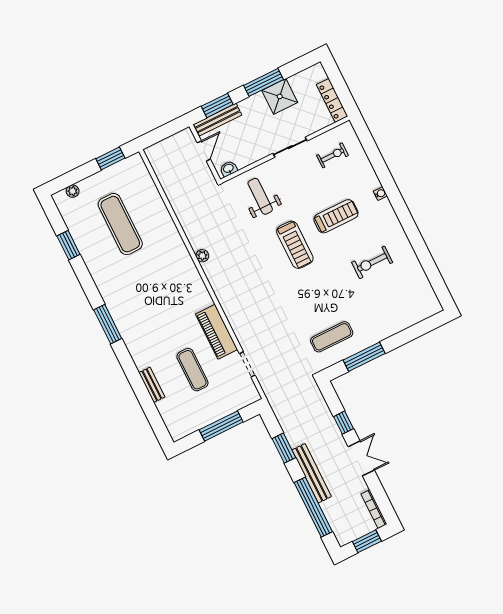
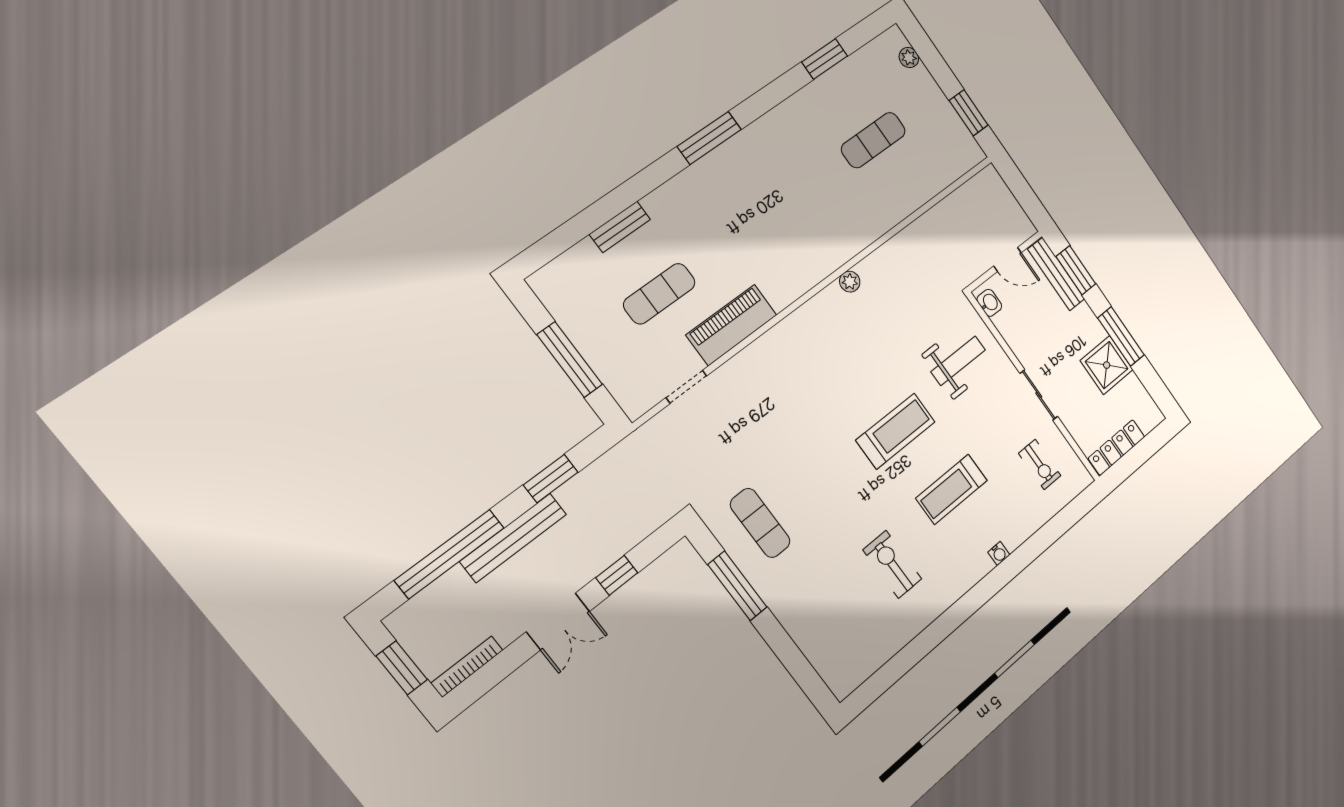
treadmill: (336, 216) -> (952, 489), turned 90
exercise mat: (120, 224) -> (873, 140), width x0.73, depth x0.69
treadmill: (295, 245) -> (895, 431), turned 180

